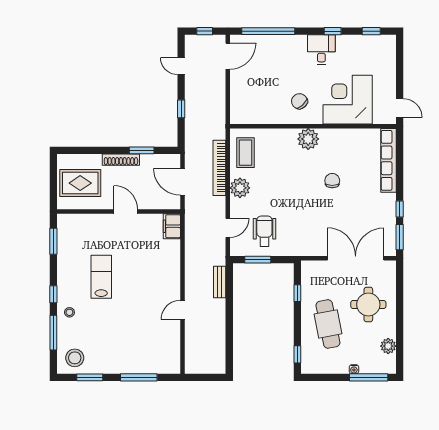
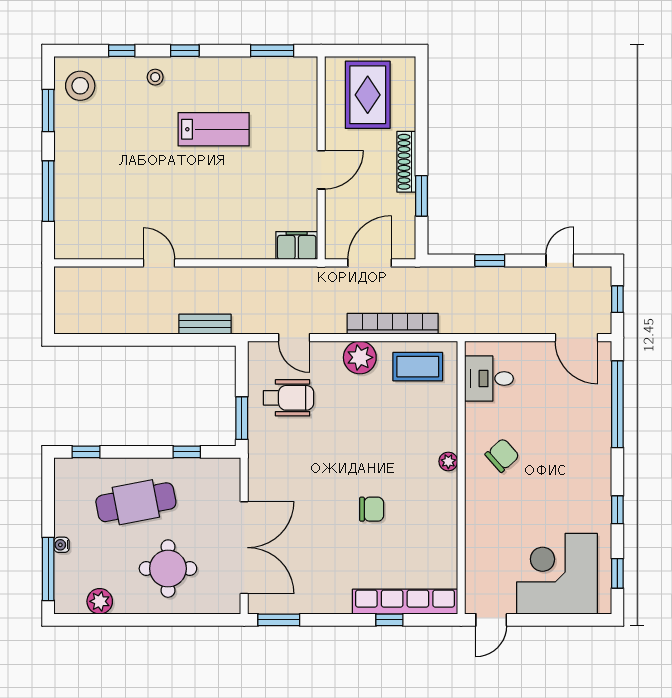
desk: (321, 50) -> (489, 379), moved, turned 180
corner desk: (348, 100) -> (557, 574), moved, turned -90
plant: (308, 139) -> (448, 461), width x0.53, depth x0.53
window: (400, 209) -> (389, 620), moved
window: (258, 260) -> (242, 418), moved
window: (53, 333) -> (122, 51), width x0.46

